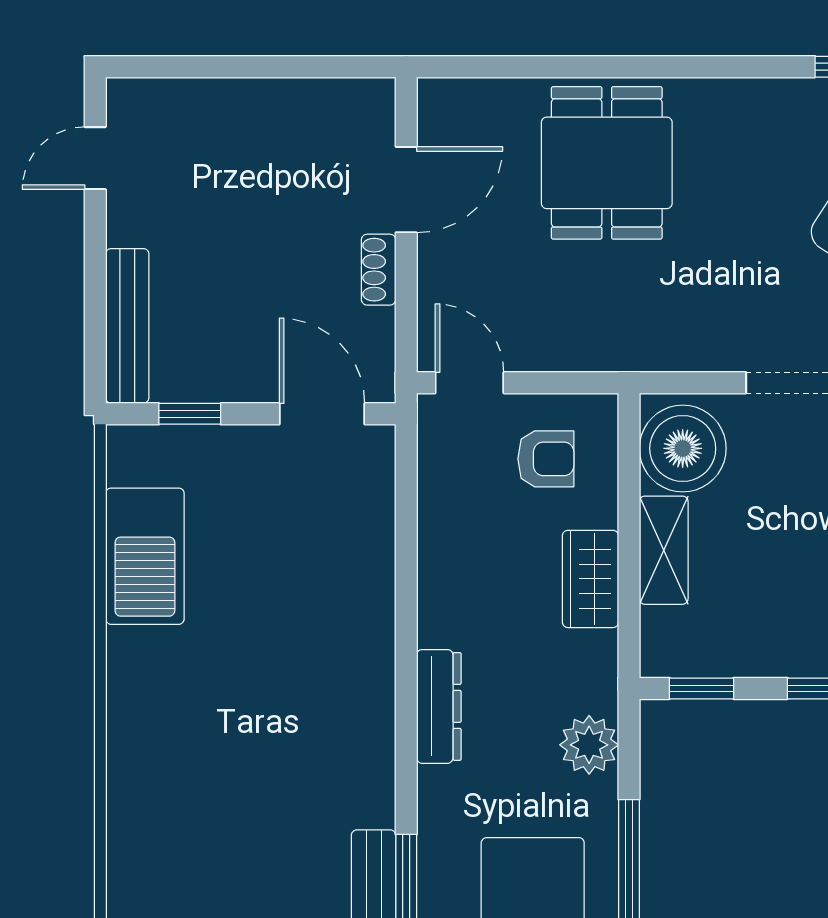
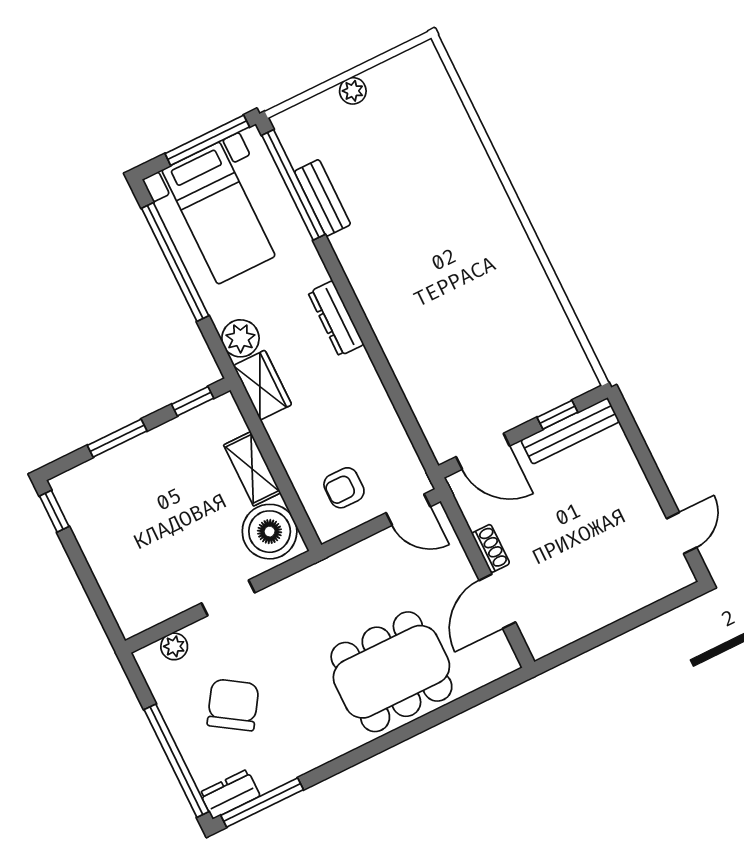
dining table: (607, 163) -> (391, 672), width x1.38
bench: (127, 326) -> (570, 431), moved, turned 90
barbecue: (145, 556) -> (543, 322), removed
wardrobe: (590, 579) -> (262, 385), moved

